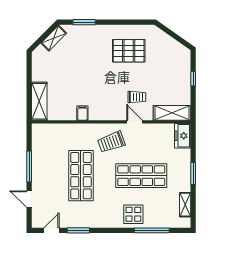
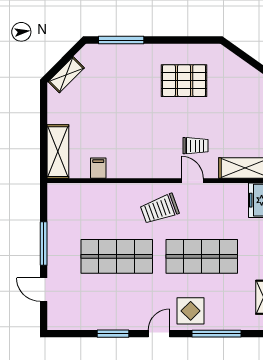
window: (84, 22) -> (121, 40), width x1.44
shelving: (54, 38) -> (66, 75), moved
filing cabinet: (82, 113) -> (98, 168), moved
shop shelf: (81, 176) -> (117, 256), turned 90
door: (52, 230) -> (159, 334), moved

